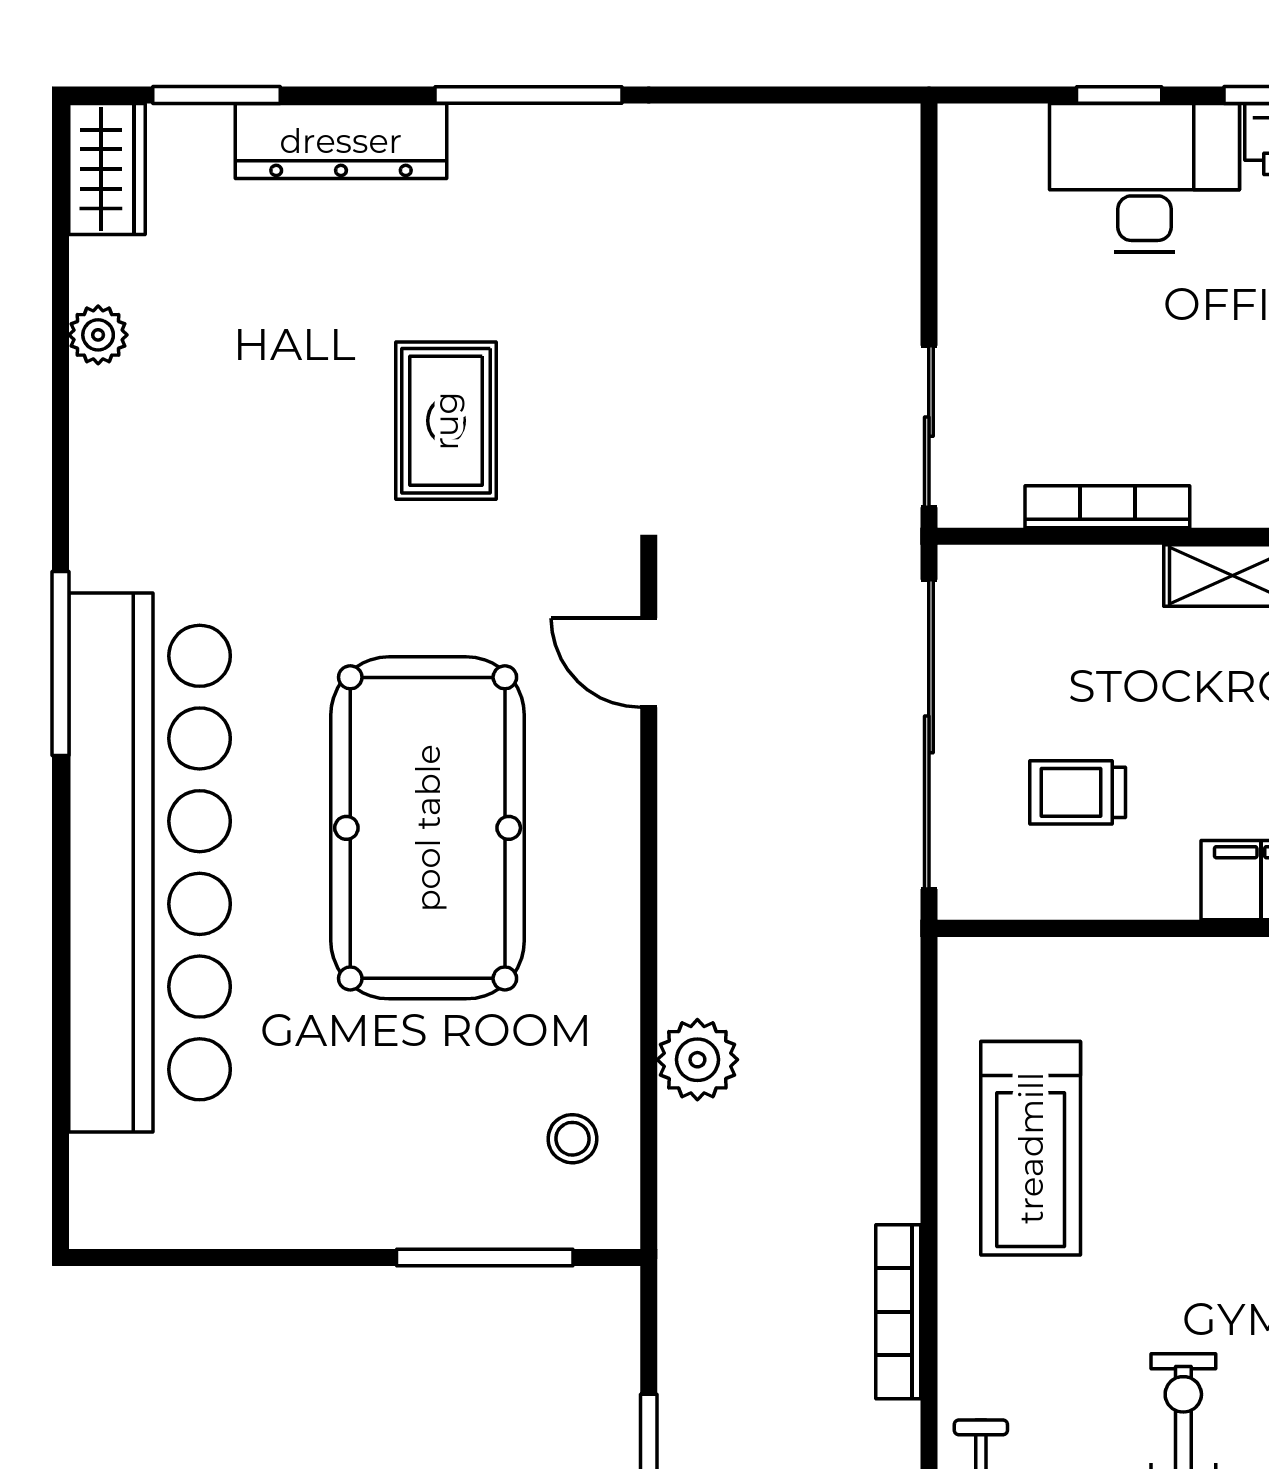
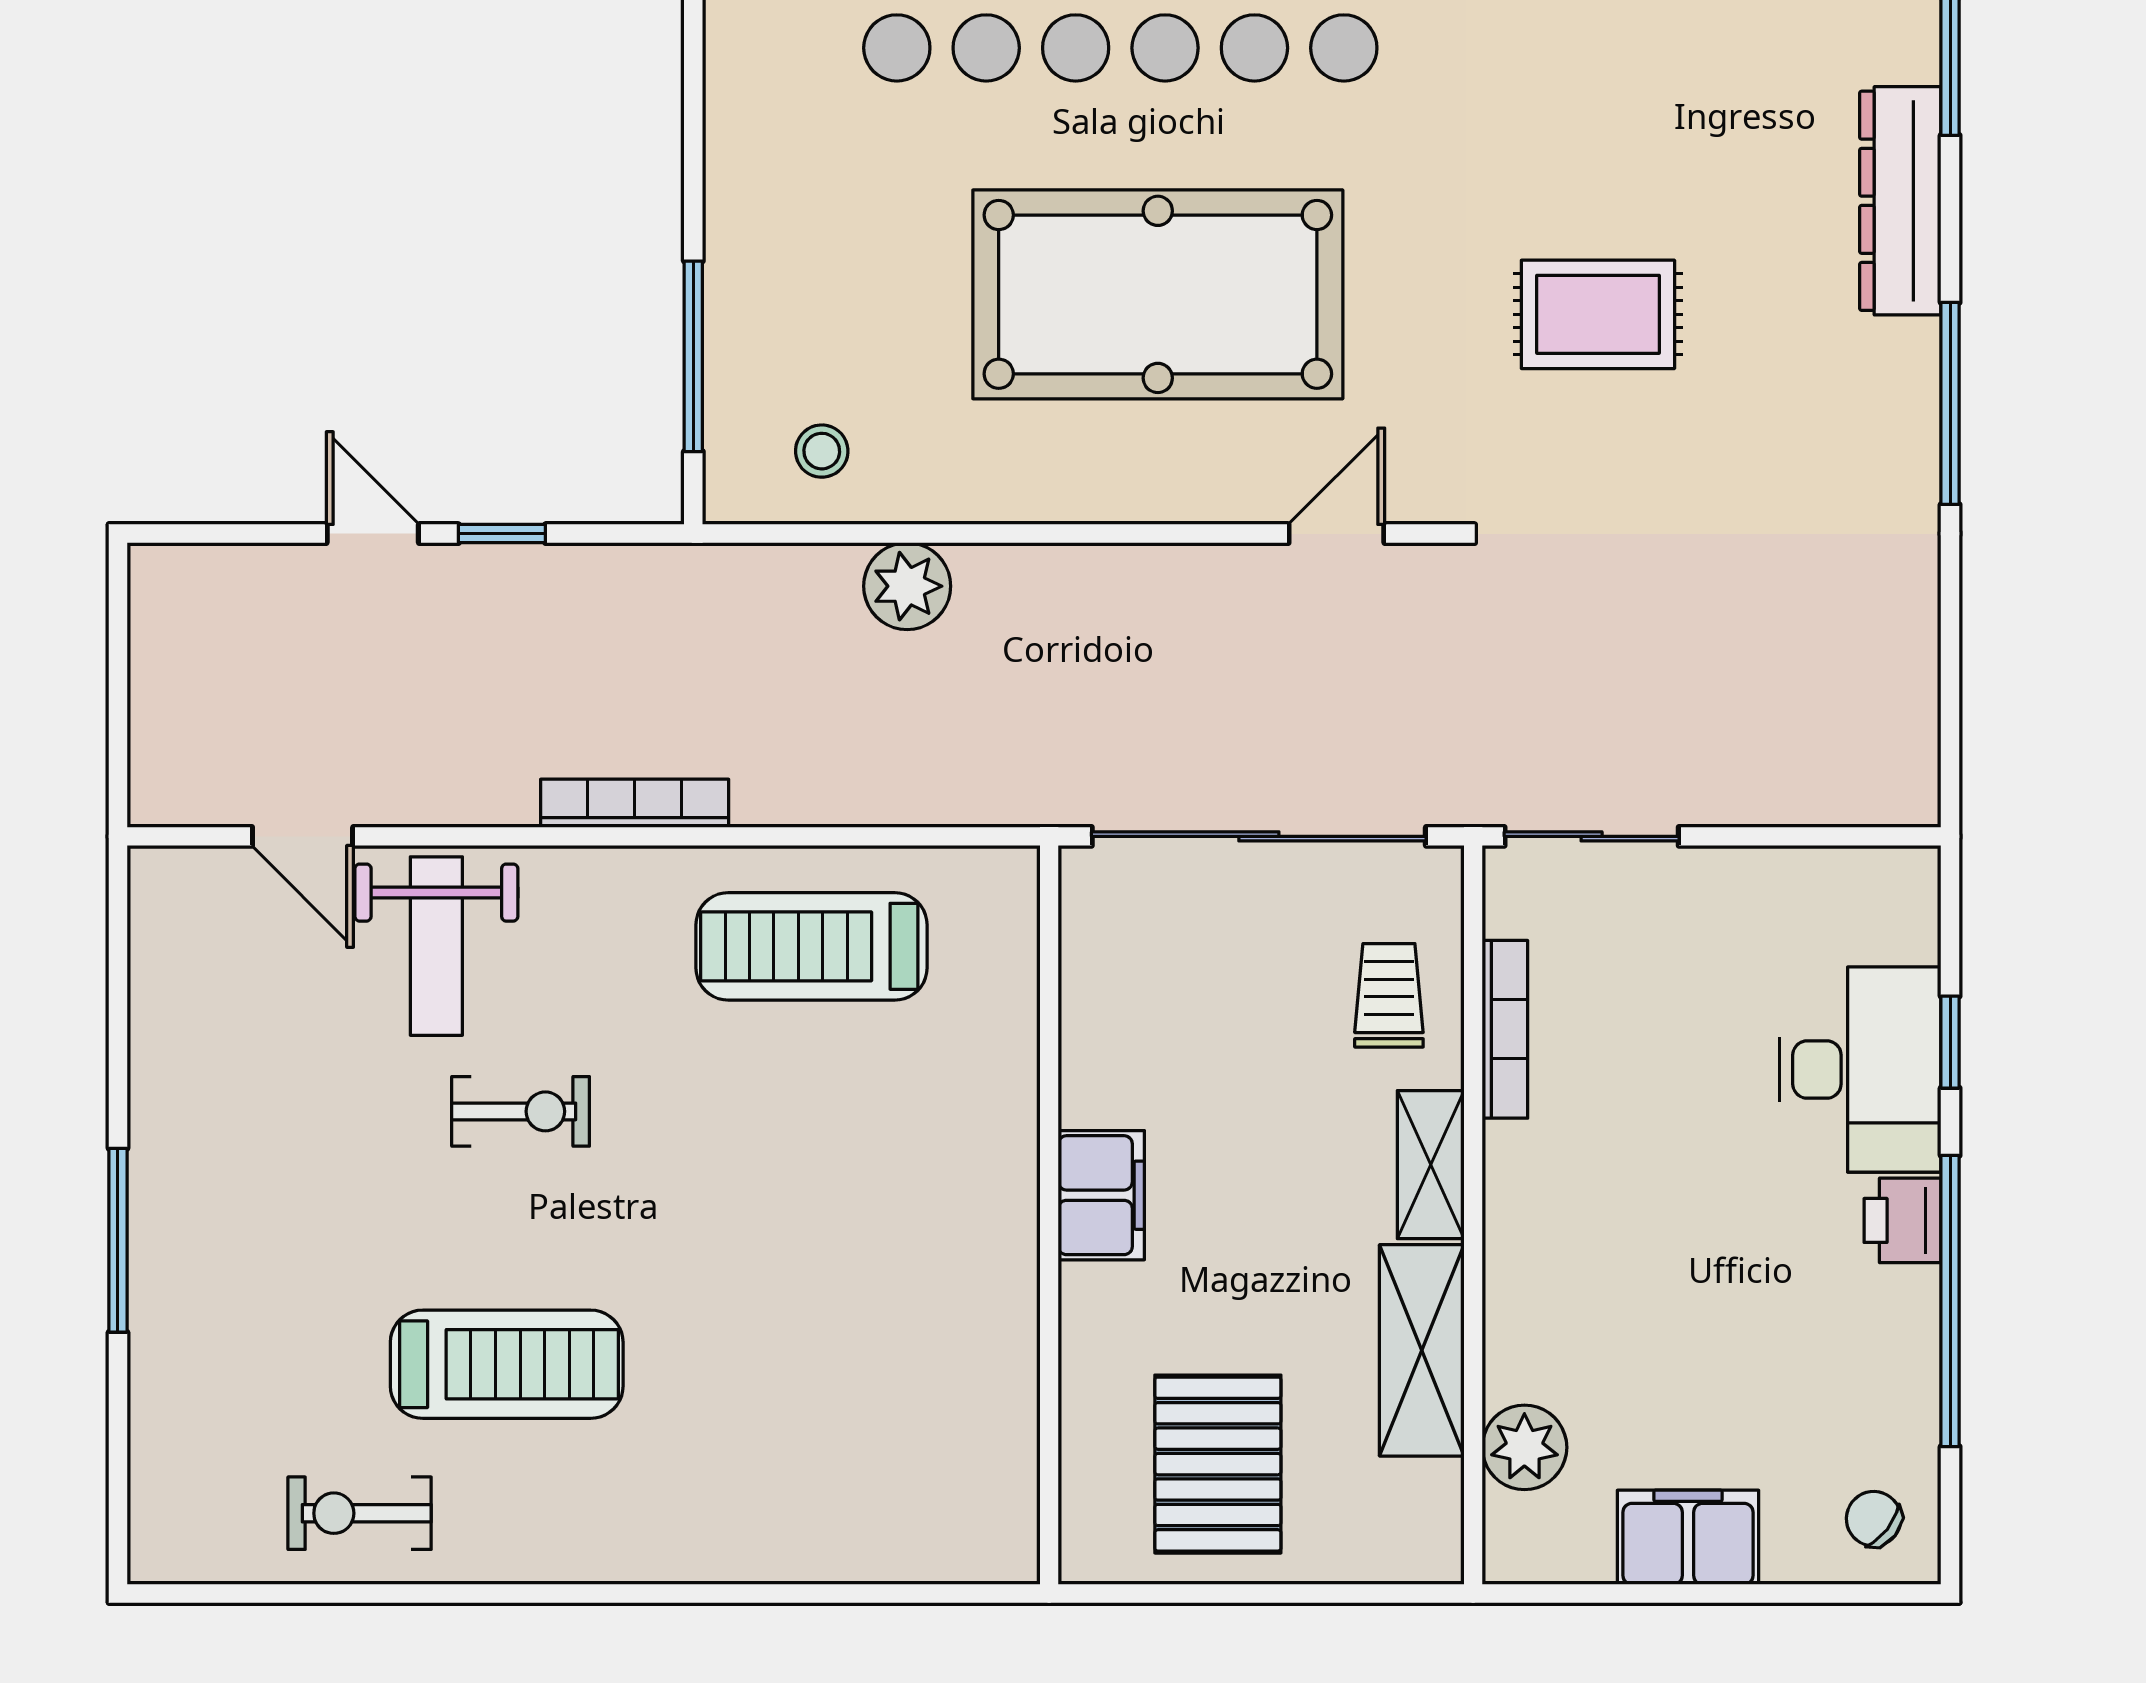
trolley: (1078, 792) -> (1389, 995), moved

